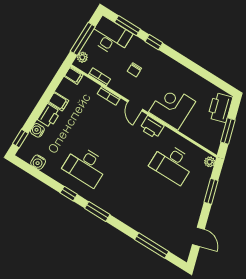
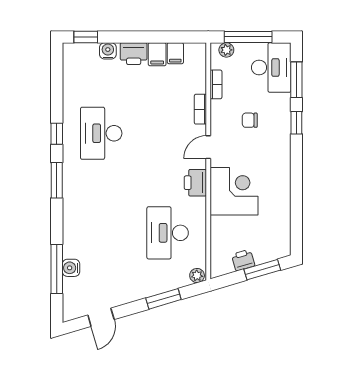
filing cabinet: (74, 76) -> (175, 53), moved
printer: (220, 108) -> (243, 260), moved, width x0.53, depth x0.68
window: (228, 131) -> (262, 270), moved
water cooler: (38, 162) -> (71, 268), moved

